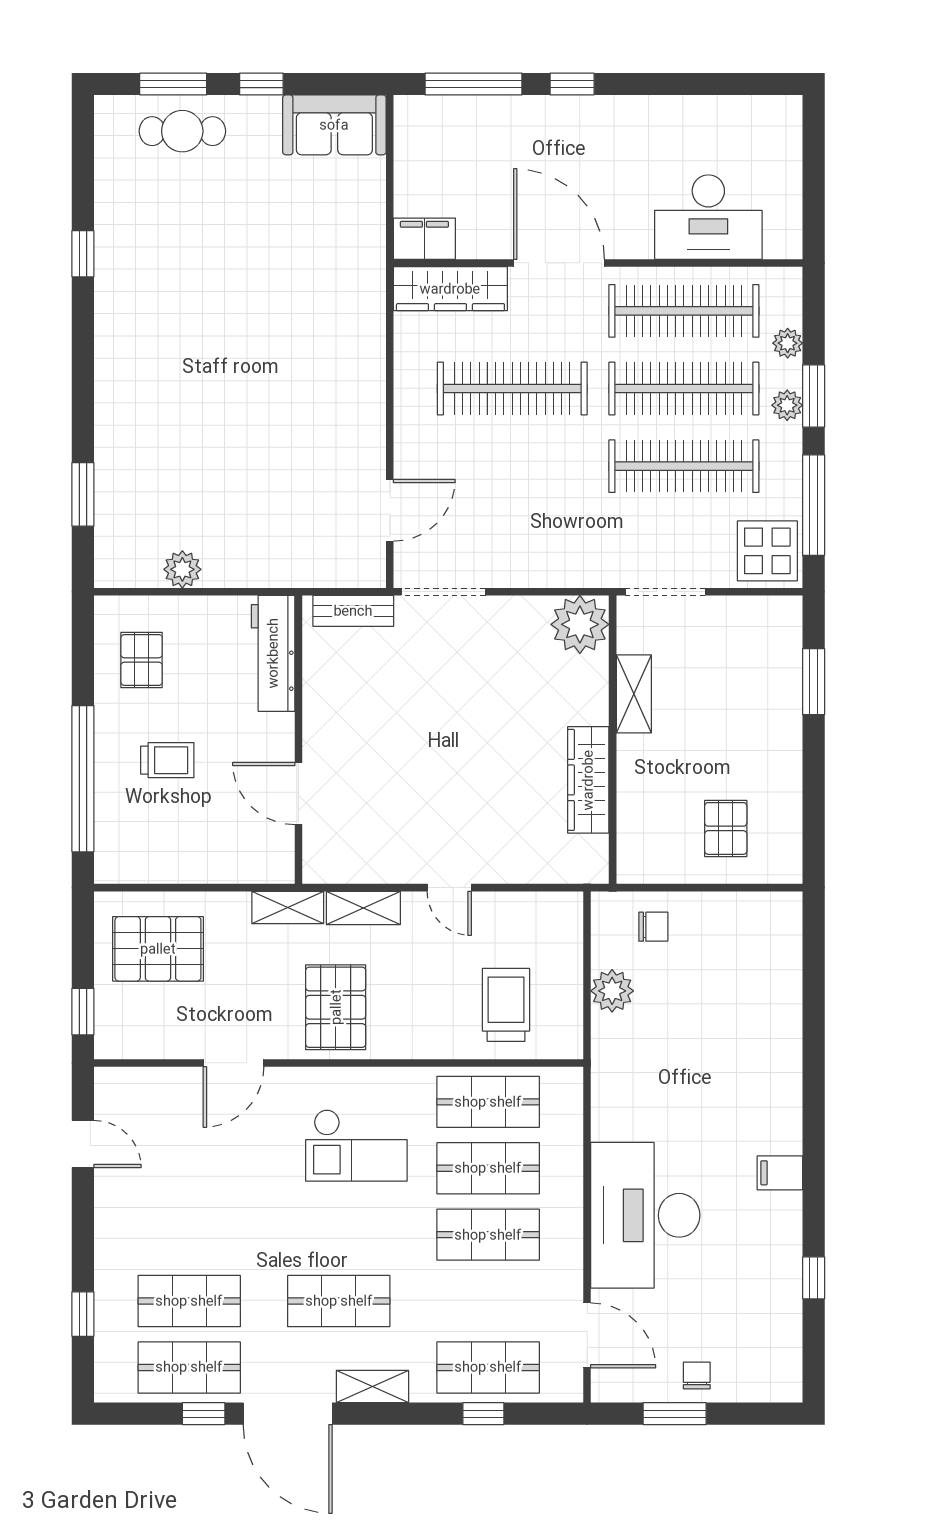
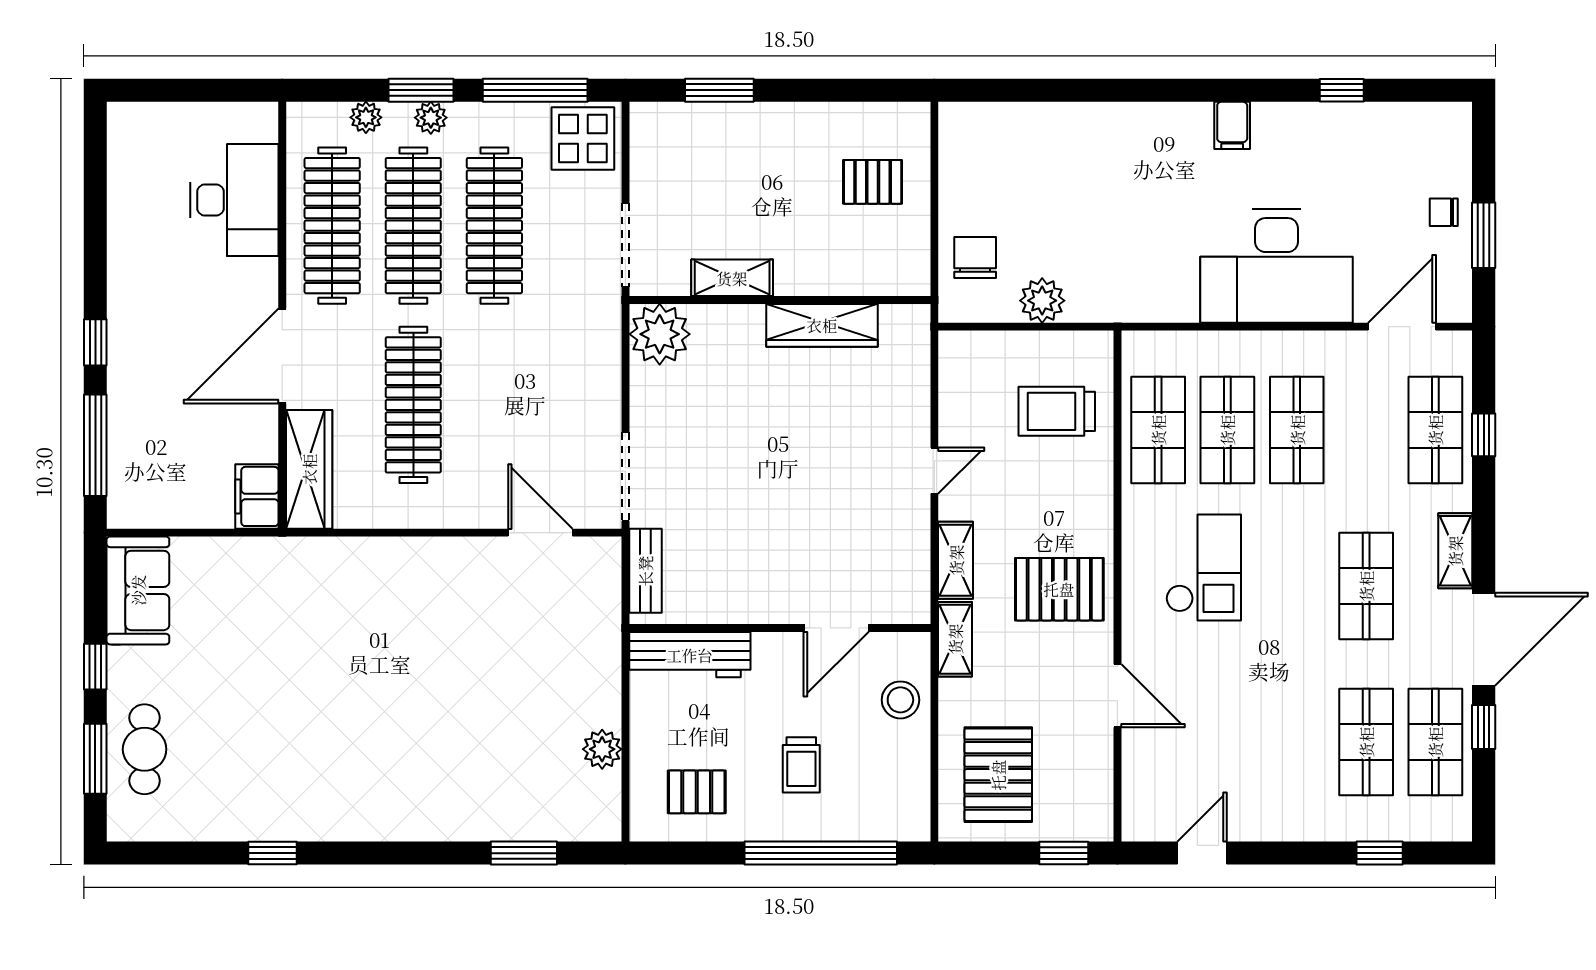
trolley: (167, 760) -> (801, 765), turned 180
stool: (230, 855) -> (900, 700), added
chair: (653, 927) -> (975, 257), width x1.37, depth x1.37

